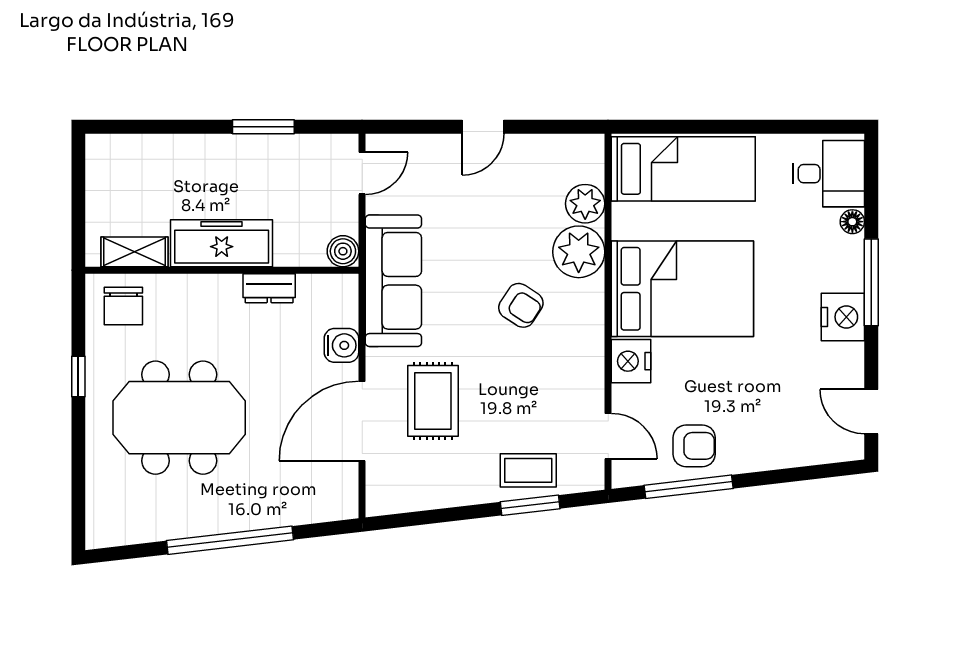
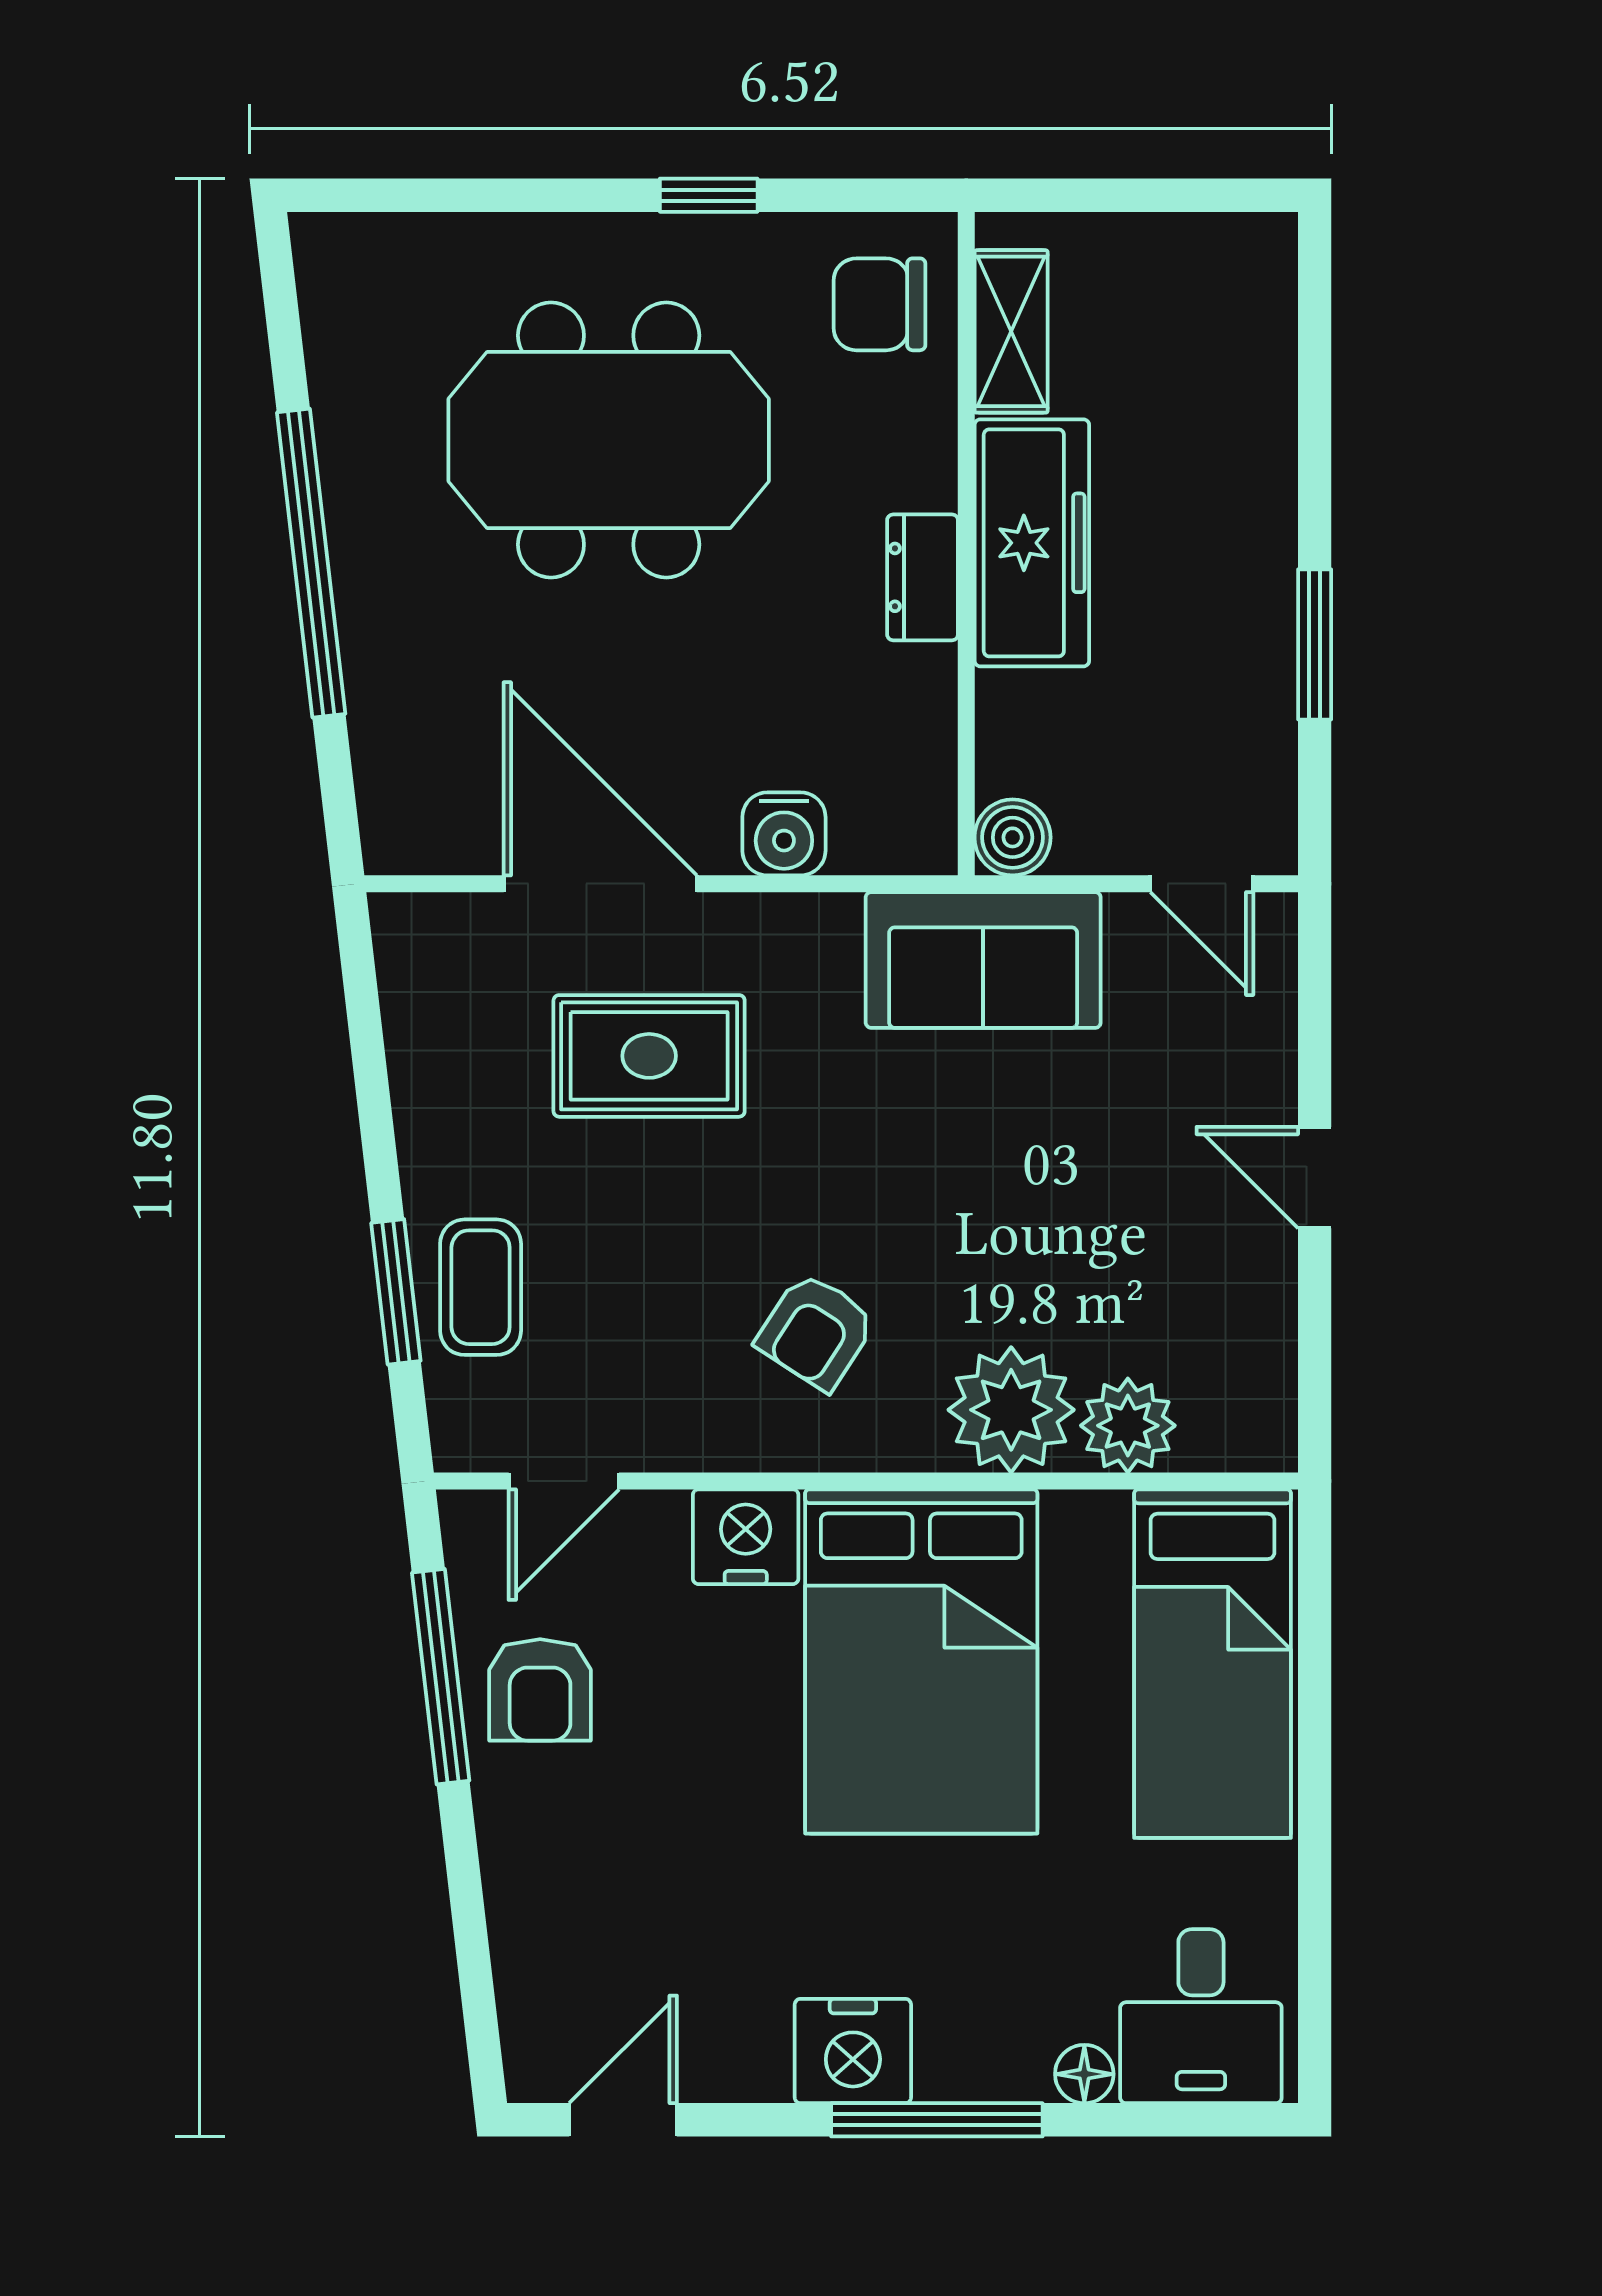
sofa: (393, 281) -> (983, 960), width x0.73
dresser: (269, 288) -> (923, 577), moved
armchair: (521, 305) -> (816, 1331), moved
meeting table: (179, 418) -> (609, 440), turned 90

